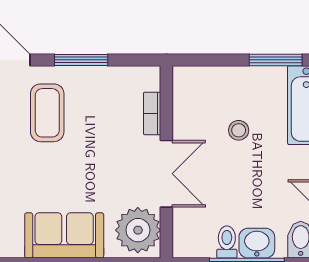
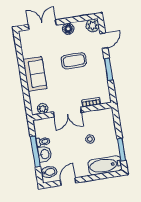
coffee table: (47, 113) -> (74, 61), moved
plant: (138, 230) -> (43, 109), width x0.53, depth x0.53

